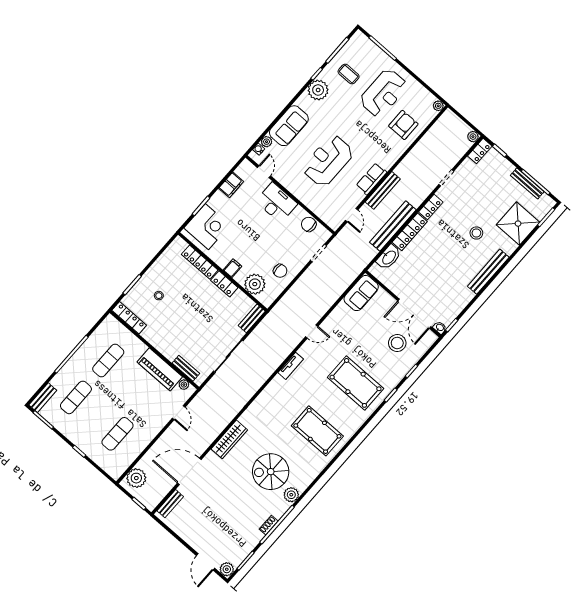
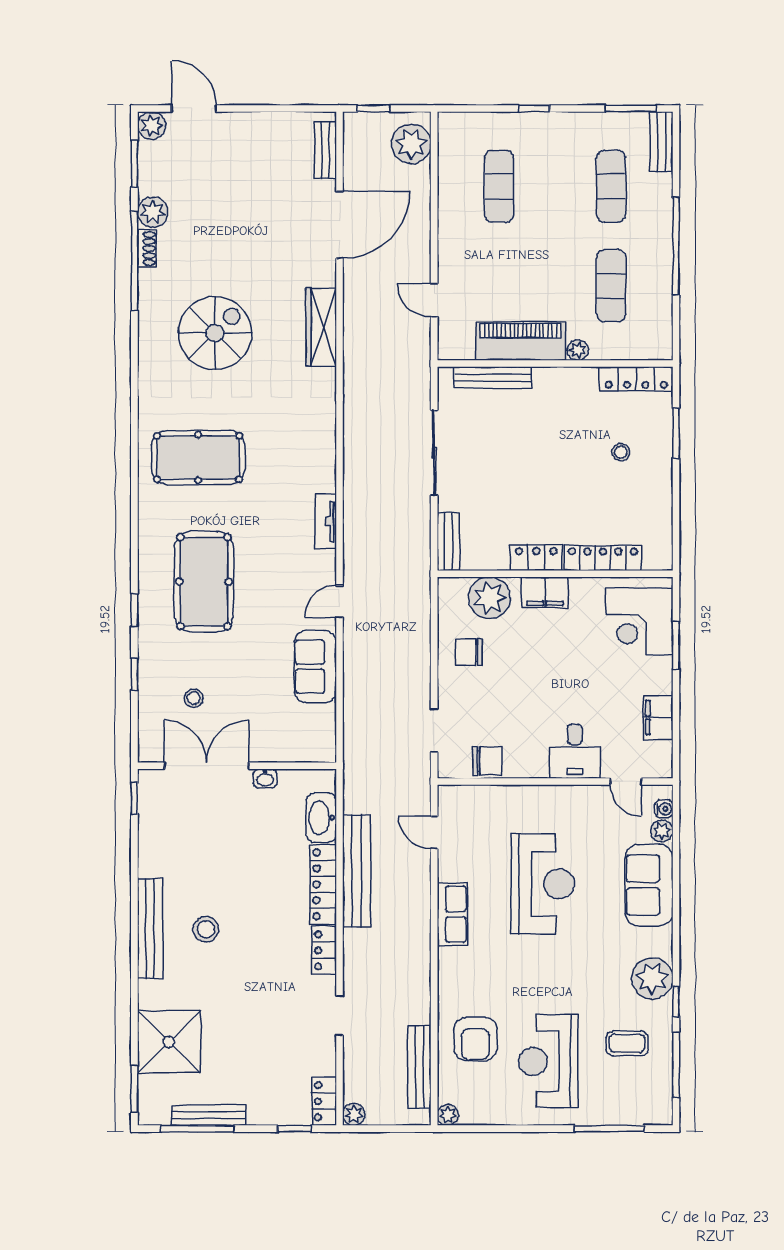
bench: (383, 190) -> (419, 1067), moved
desk: (276, 203) -> (575, 751), width x0.73
stool: (476, 233) -> (206, 929), moved
filing cabinet: (233, 268) -> (545, 592), width x2.00
sofa: (361, 293) -> (315, 667), moved
washbasin: (440, 328) -> (265, 778), moved
stool: (397, 343) -> (194, 698), width x0.53, depth x0.53
bench: (186, 368) -> (493, 377), width x1.36
pool table: (356, 383) -> (204, 582), turned 90
plant: (184, 385) -> (578, 350), moved
plant: (291, 495) -> (153, 212), moved

